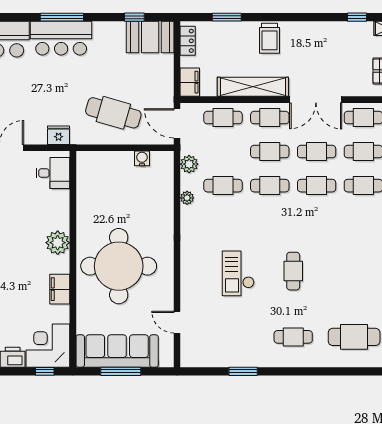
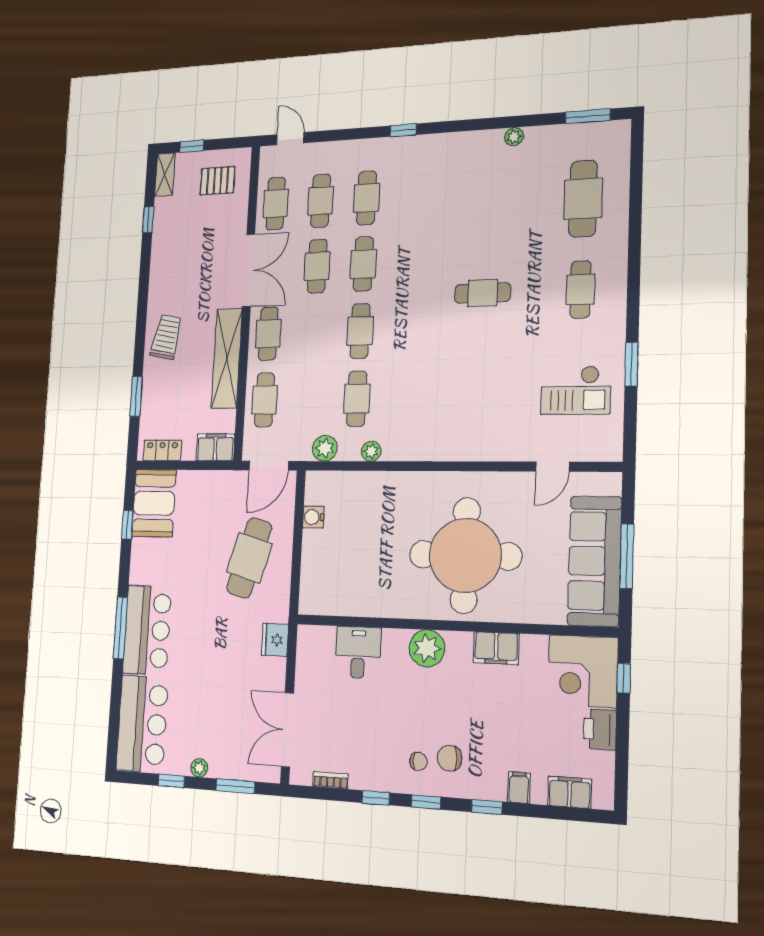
trolley: (270, 38) -> (166, 337), turned -79
cafe table: (270, 152) -> (314, 332), removed
desk: (53, 173) -> (358, 652), moved
checkout: (238, 273) -> (576, 390), moved

